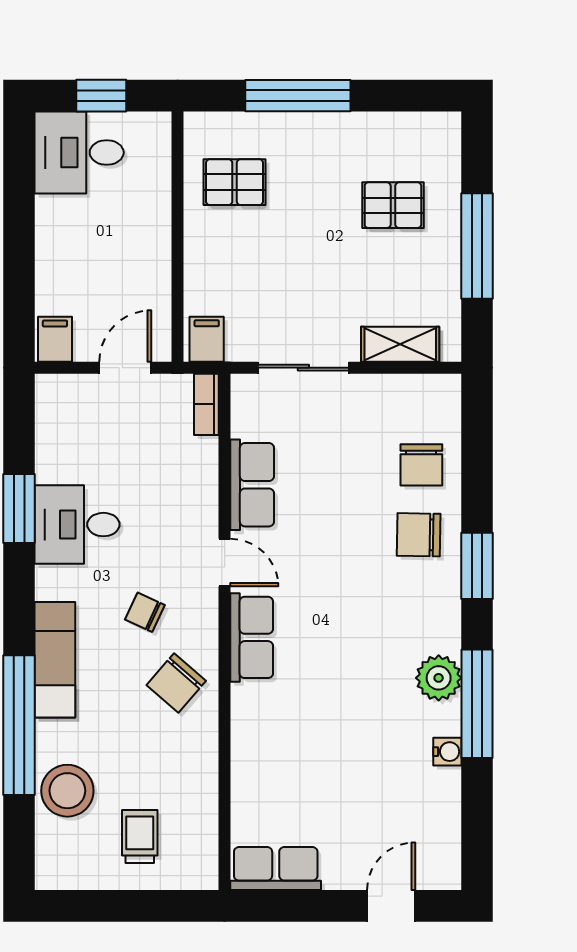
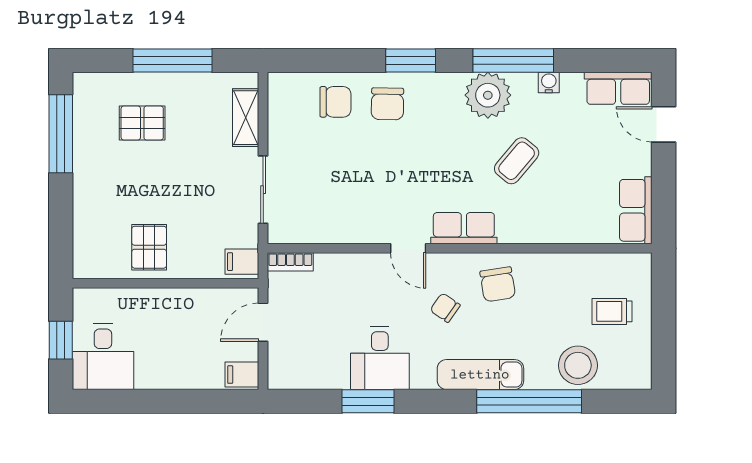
window: (298, 96) -> (61, 134), moved
pallet: (235, 182) -> (149, 247), moved
pallet: (393, 205) -> (142, 123), turned 90
door: (125, 368) -> (263, 322), hinge flipped
row of seats: (252, 485) -> (618, 88), moved, turned 180
door: (225, 563) -> (408, 248), swing flipped
chair: (145, 612) -> (445, 308), turned 100
plant: (439, 678) -> (488, 95), width x1.36, depth x1.36
chair: (176, 683) -> (498, 284), turned 40
coffee table: (342, 708) -> (517, 161), added

